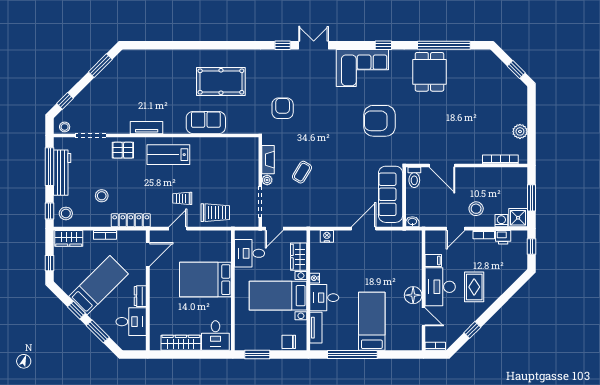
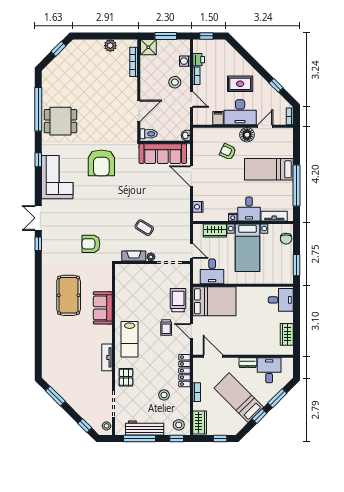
shower: (518, 218) -> (148, 47), moved
armchair: (393, 272) -> (228, 152), added
bed: (205, 280) -> (214, 301), moved, turned -90
wardrobe: (181, 343) -> (287, 334), width x0.67

